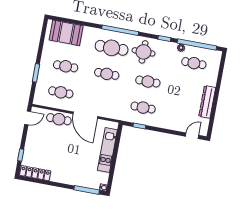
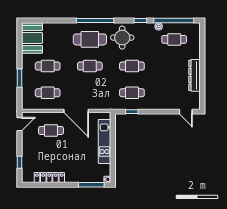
booth: (66, 33) -> (32, 38), moved, turned 90
cafe table: (59, 119) -> (51, 130), moved
door: (192, 136) -> (186, 112), swing flipped
locker: (35, 173) -> (49, 178), moved

